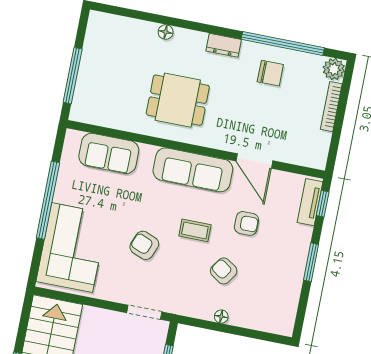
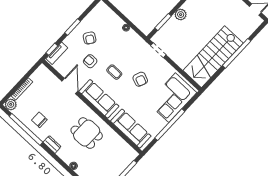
sofa: (109, 153) -> (131, 129), width x1.36
armchair: (224, 271) -> (90, 38), moved

